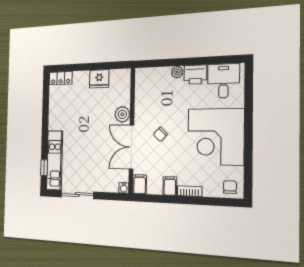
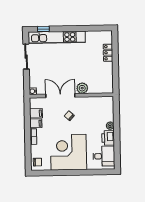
locker: (61, 78) -> (108, 53), moved
fridge: (99, 79) -> (107, 70), removed
kitchen unit: (55, 160) -> (57, 37), width x1.36
filing cabinet: (140, 184) -> (36, 113), moved

